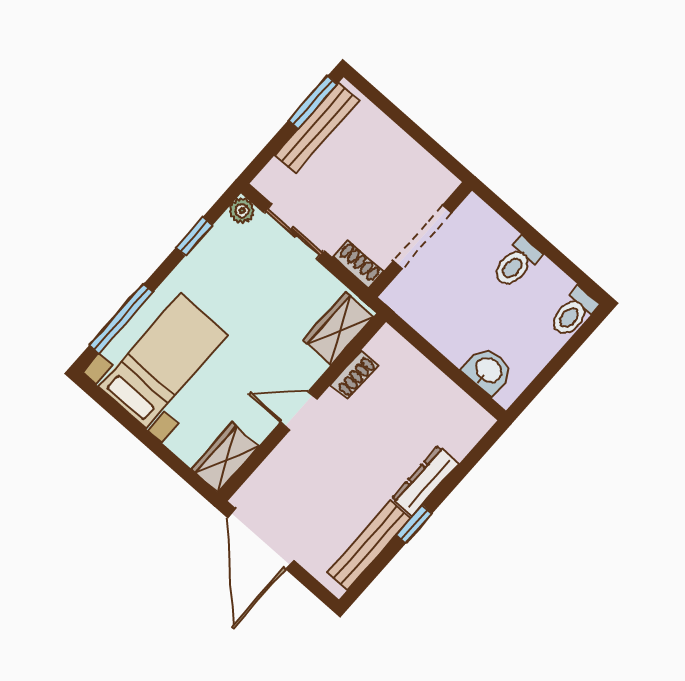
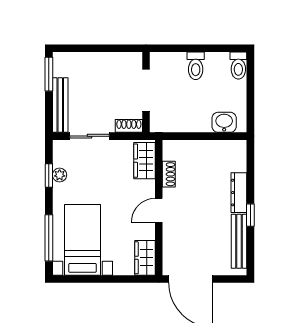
bench: (317, 128) -> (60, 105), moved
plant: (242, 211) -> (60, 175), moved

